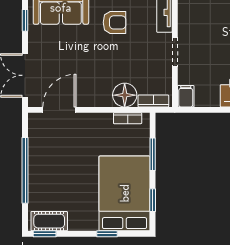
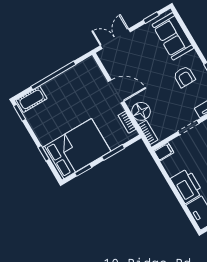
door: (59, 110) -> (116, 91), moved
cot: (49, 221) -> (32, 99), moved, turned 90

